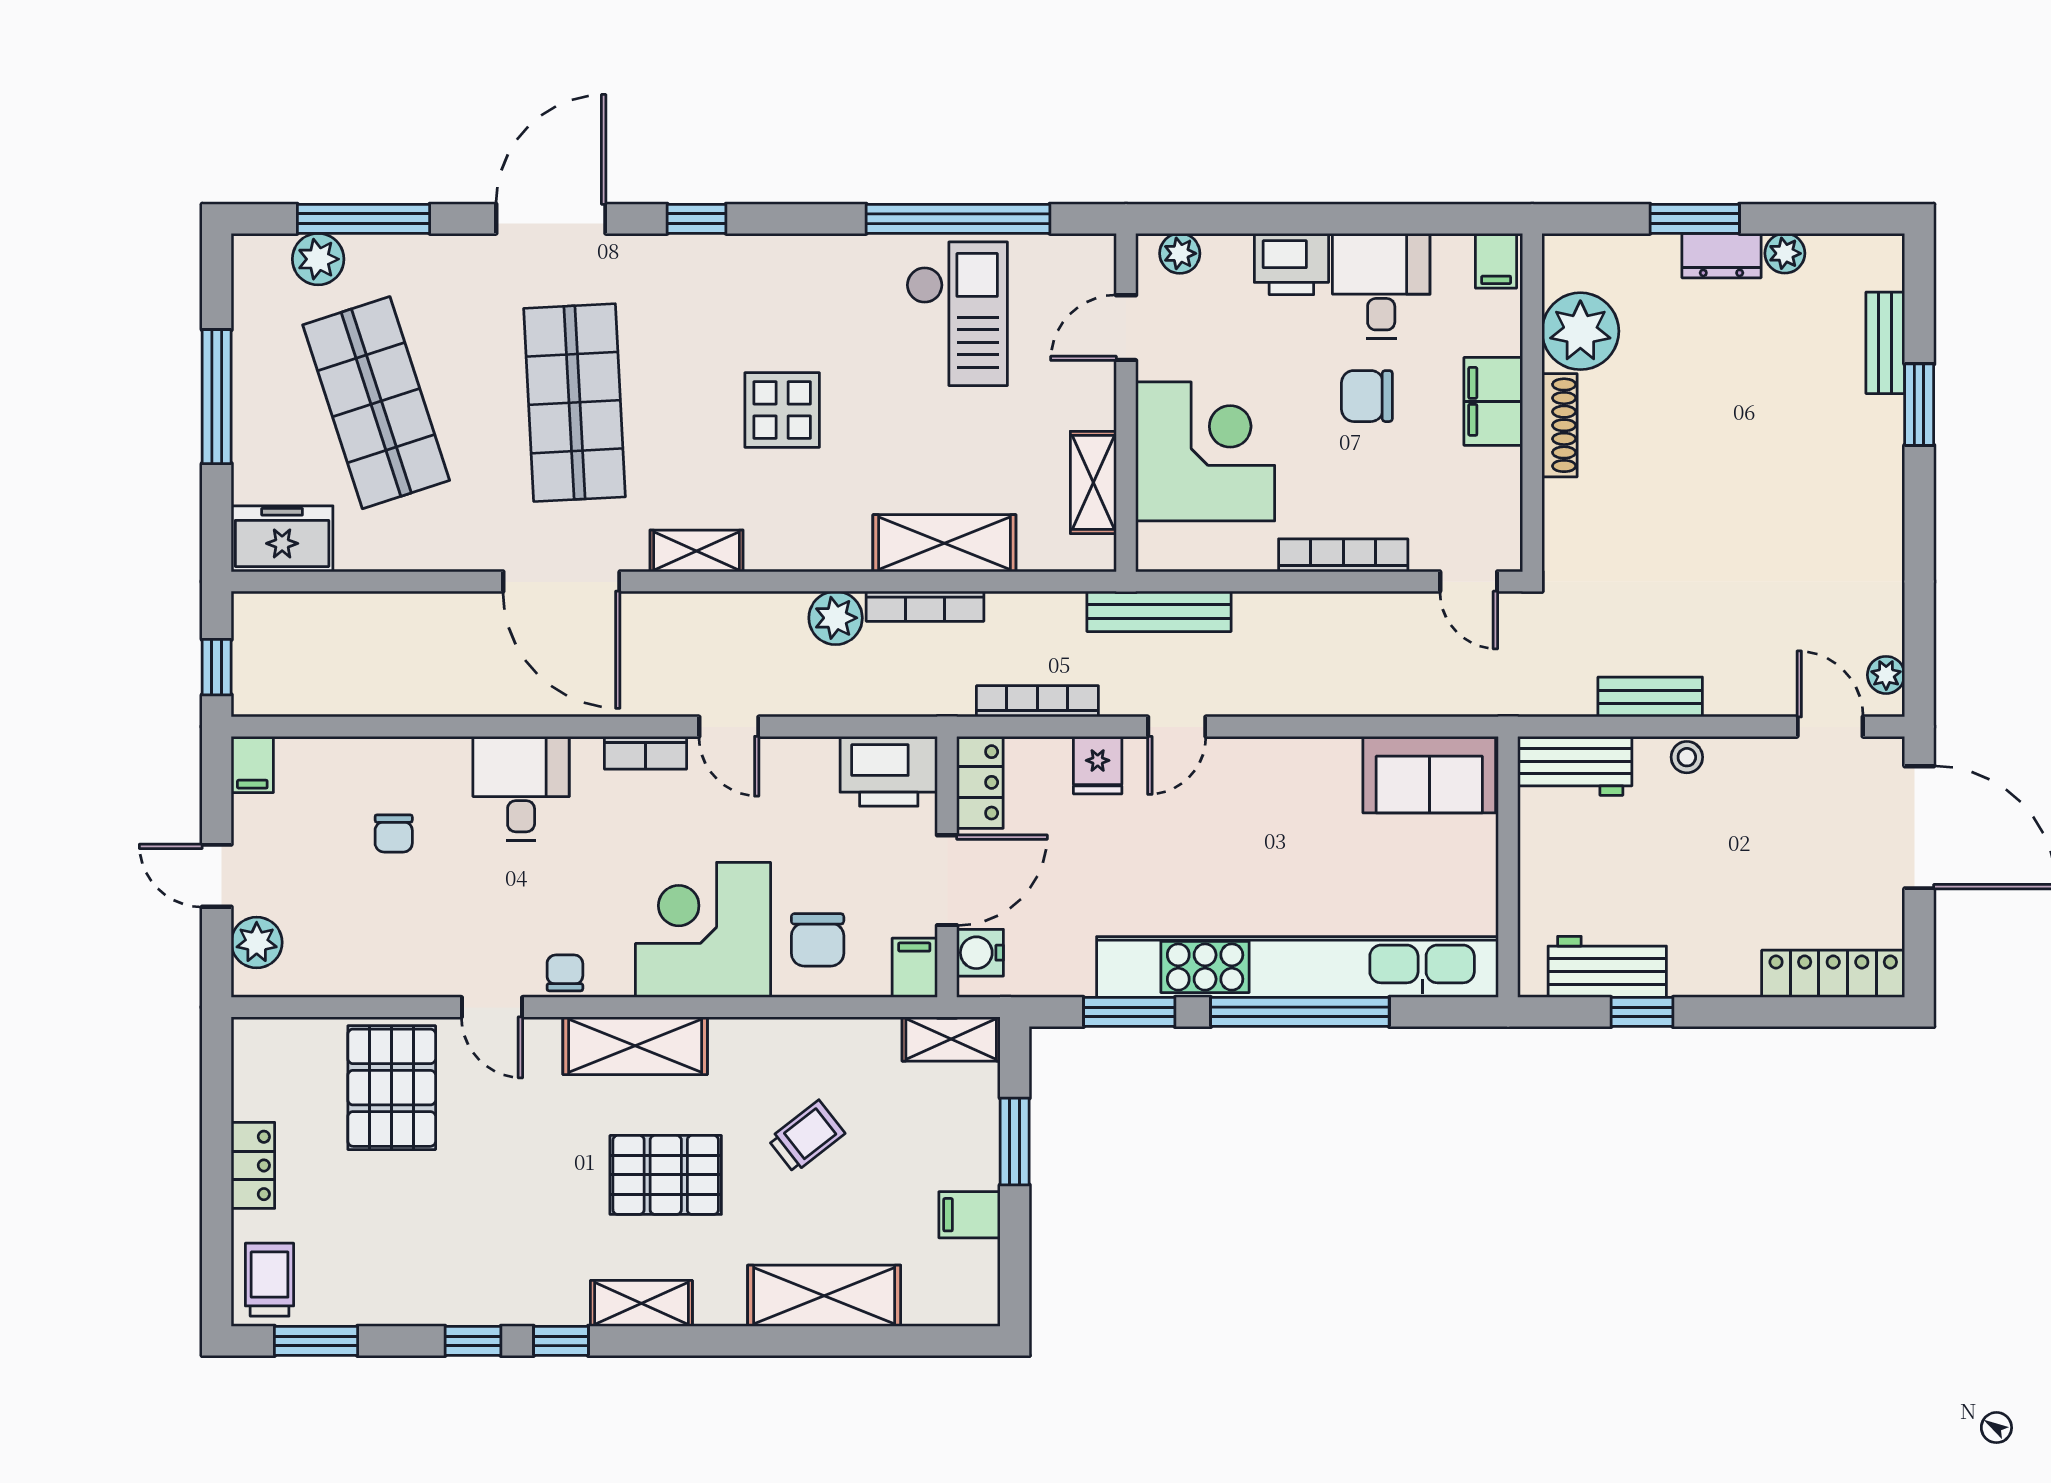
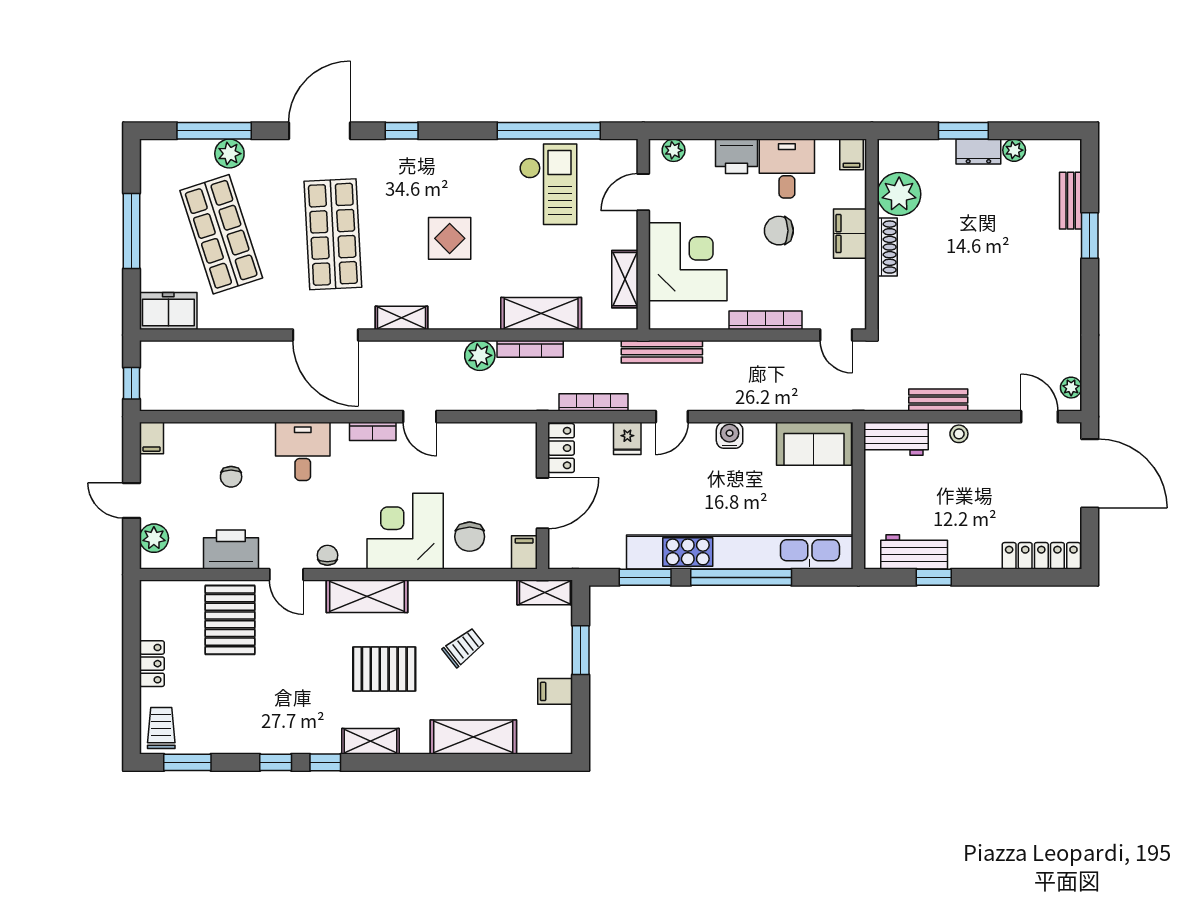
plant: (318, 259) -> (229, 154), moved
printer: (889, 771) -> (231, 549), moved, turned 180
water cooler: (980, 953) -> (730, 435), moved, turned 90

